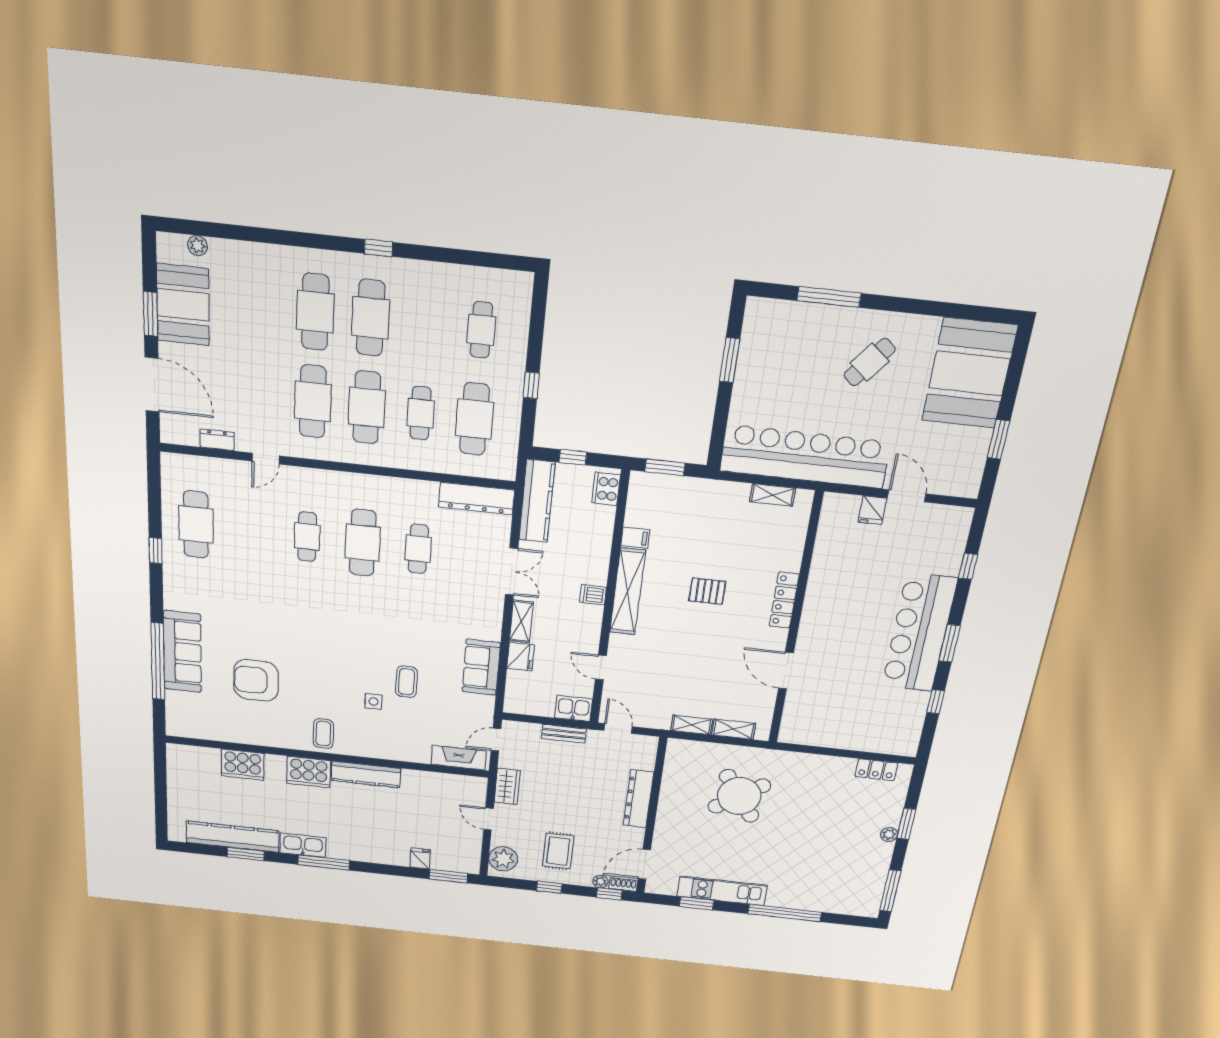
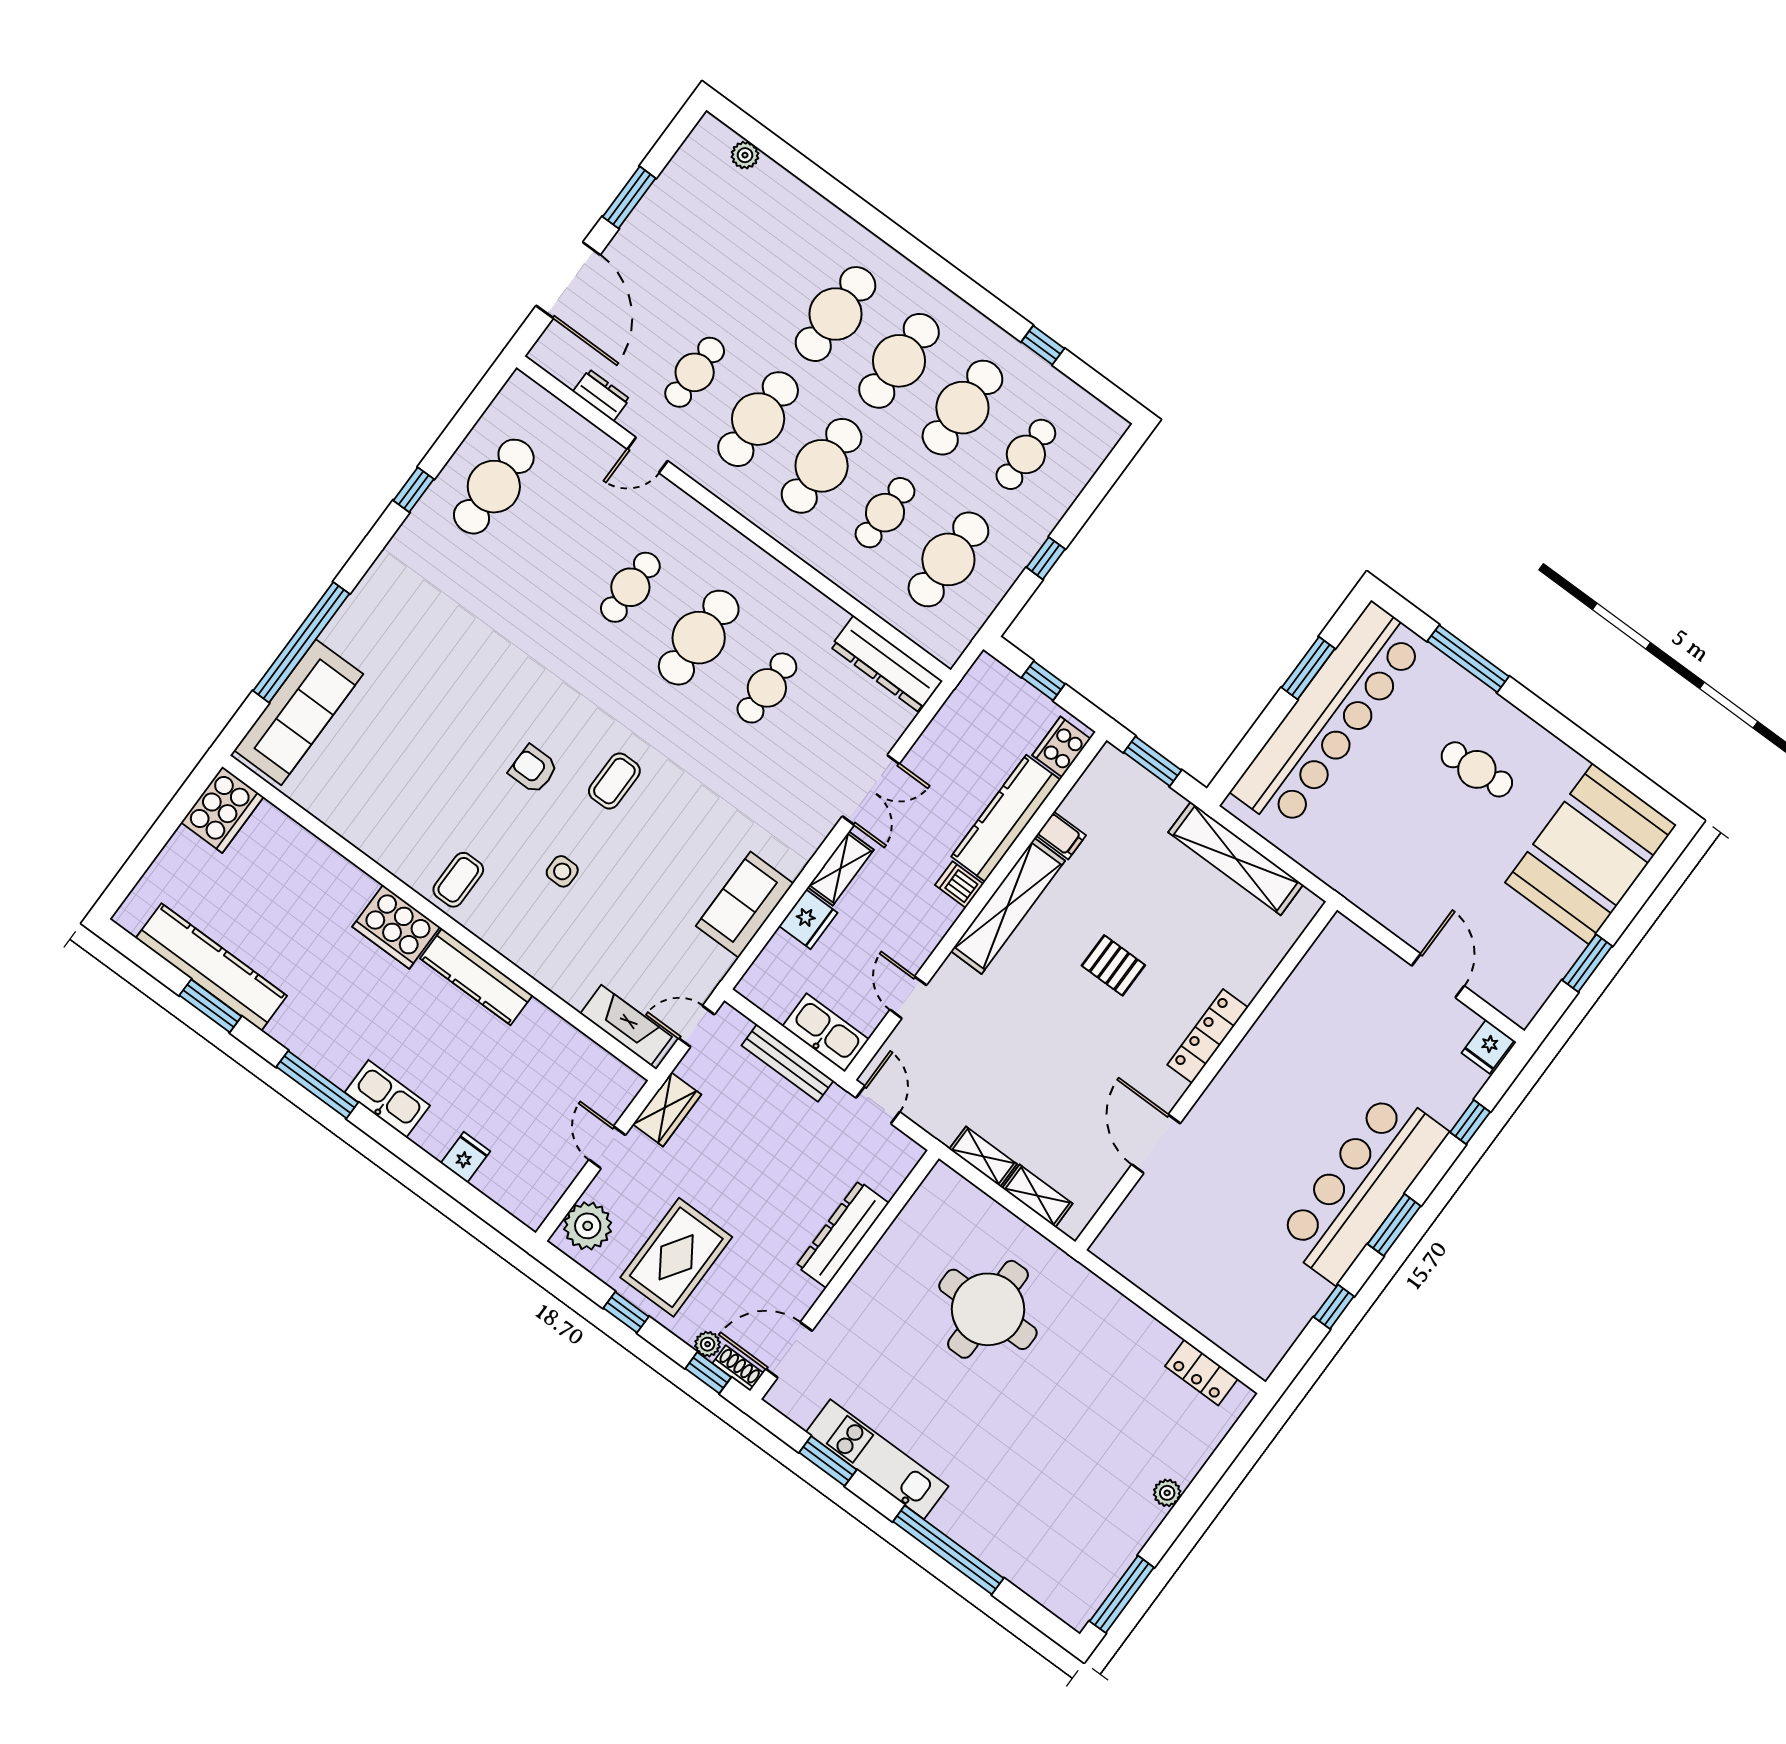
window: (378, 248) -> (1043, 345), moved
booth: (183, 305) -> (678, 210), removed
cafe table: (426, 324) -> (962, 408), added
cafe table: (870, 362) -> (1477, 769), turned 47
cafe table: (259, 396) -> (695, 372), added
bar counter: (805, 457) -> (1329, 717), moved, turned 90
shelving: (773, 495) -> (1236, 859), width x2.20, depth x1.33
kitchen counter: (537, 501) -> (1006, 818), moved, turned 180
fridge: (872, 510) -> (1488, 1047), moved
sofa: (182, 652) -> (299, 712), moved
armchair: (256, 680) -> (533, 769), moved, width x0.53, depth x0.53
coffee table: (406, 682) -> (614, 781), moved
kitchen sink: (574, 709) -> (826, 1033), width x1.38
bench: (564, 734) -> (787, 1063), width x1.36
cooker: (243, 765) -> (222, 810), moved, turned -90
round table: (739, 796) -> (988, 1309), turned 35
window: (906, 824) -> (1200, 1488), removed
kitchen sink: (303, 845) -> (387, 1099), moved
rug: (558, 851) -> (676, 1257), width x1.36, depth x1.43
window: (448, 876) -> (488, 1211), removed

